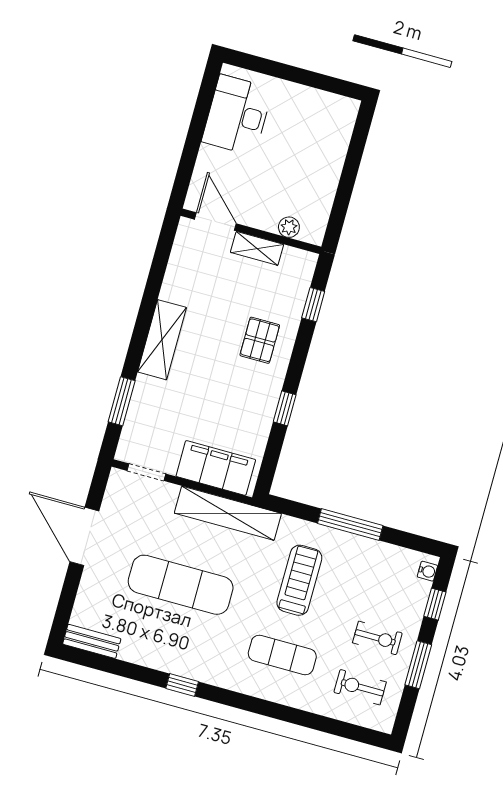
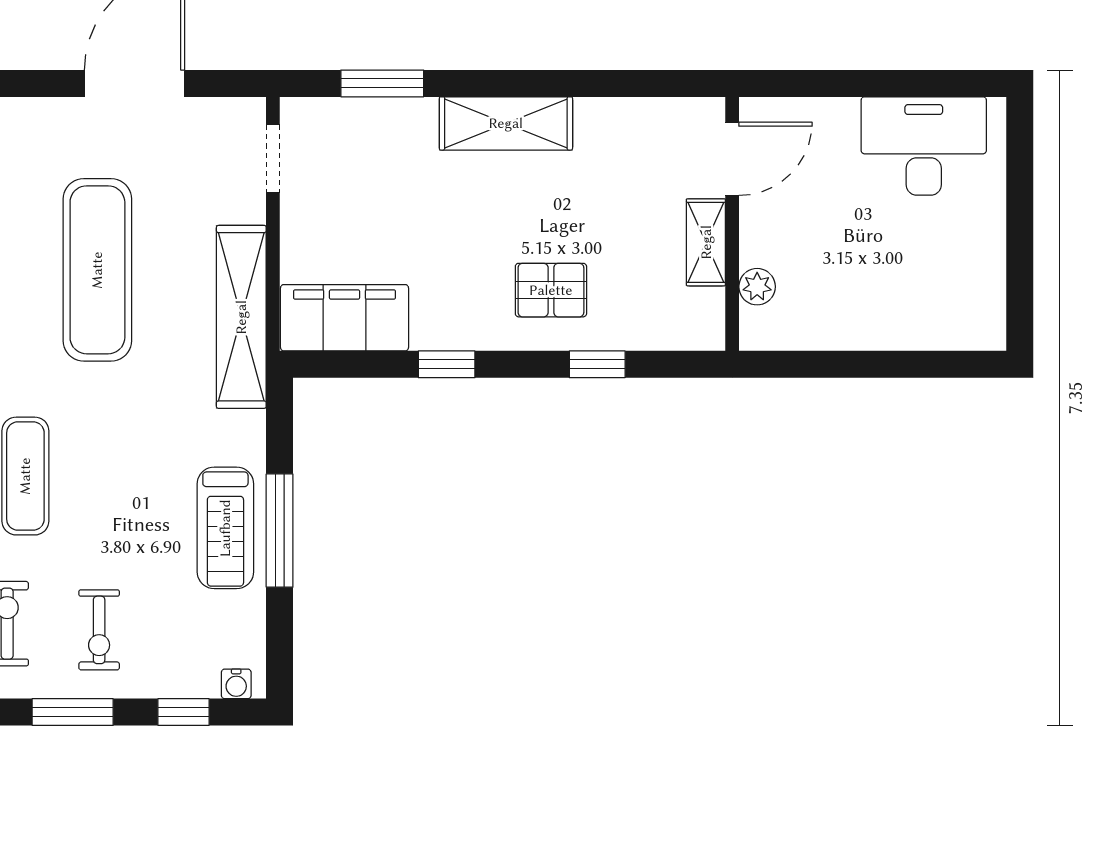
window: (313, 305) -> (597, 364), moved
filing cabinet: (216, 468) -> (344, 318), moved, turned -90
treadmill: (299, 580) -> (225, 528), moved, turned 90

